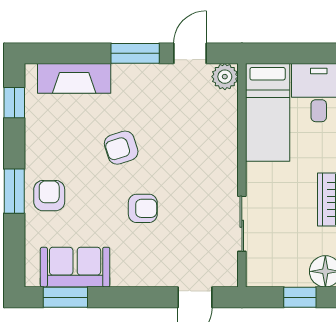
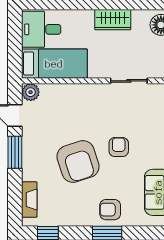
fireplace: (74, 78) -> (29, 200), width x0.73, depth x0.76
armchair: (121, 148) -> (78, 162), width x1.88, depth x1.88

